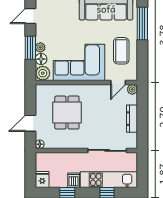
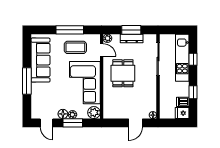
window: (142, 23) -> (70, 30), moved
floor lamp: (41, 59) -> (63, 114), moved
dining table: (67, 113) -> (123, 73), moved, turned 90
window: (142, 118) -> (131, 30), added
door: (30, 123) -> (135, 123), hinge flipped
dishwasher: (74, 180) -> (183, 102), moved

